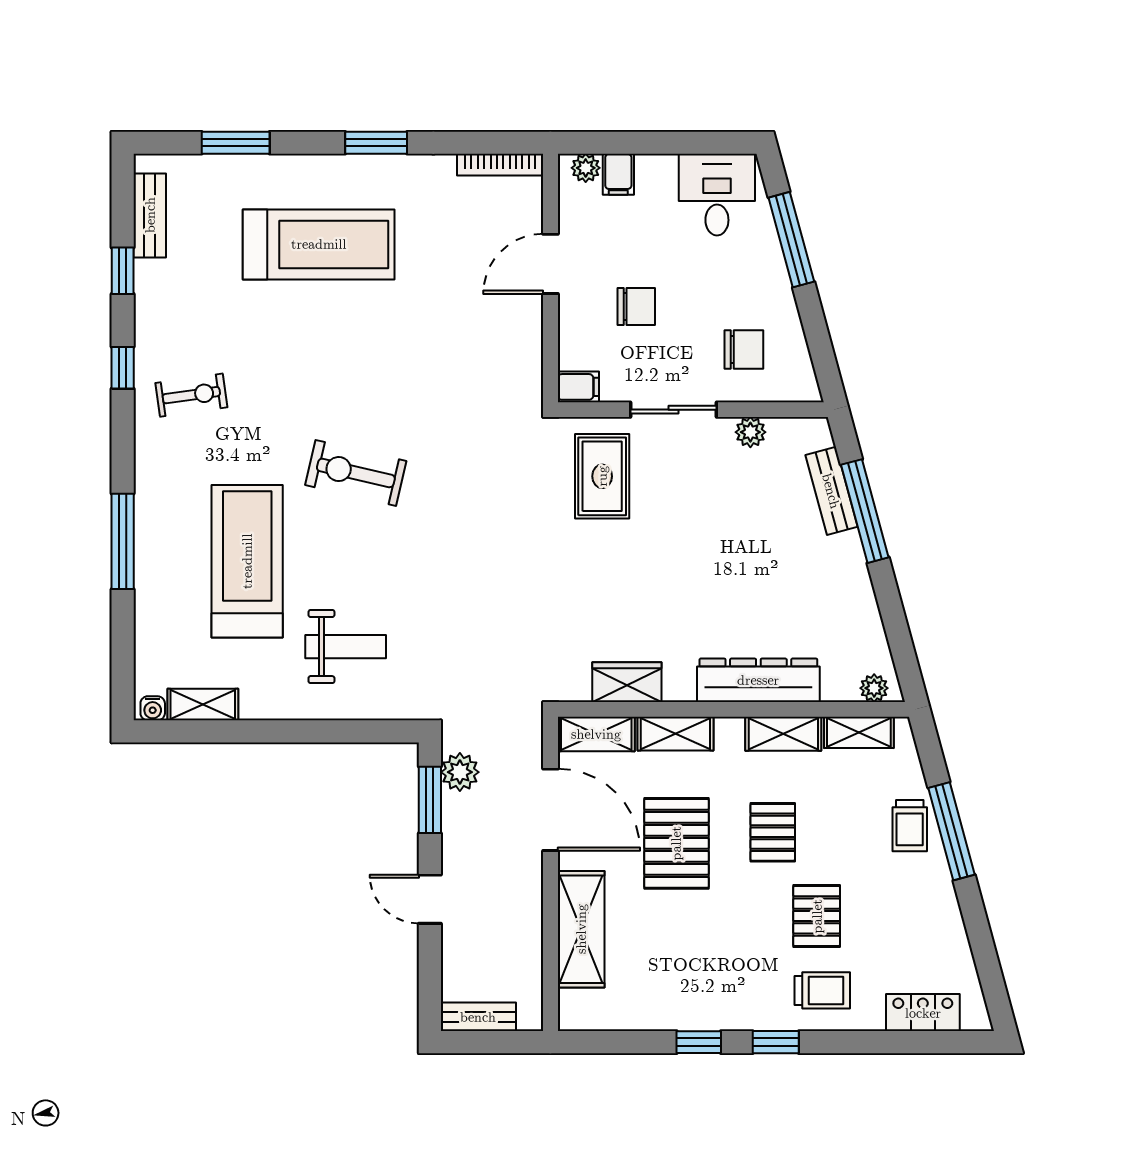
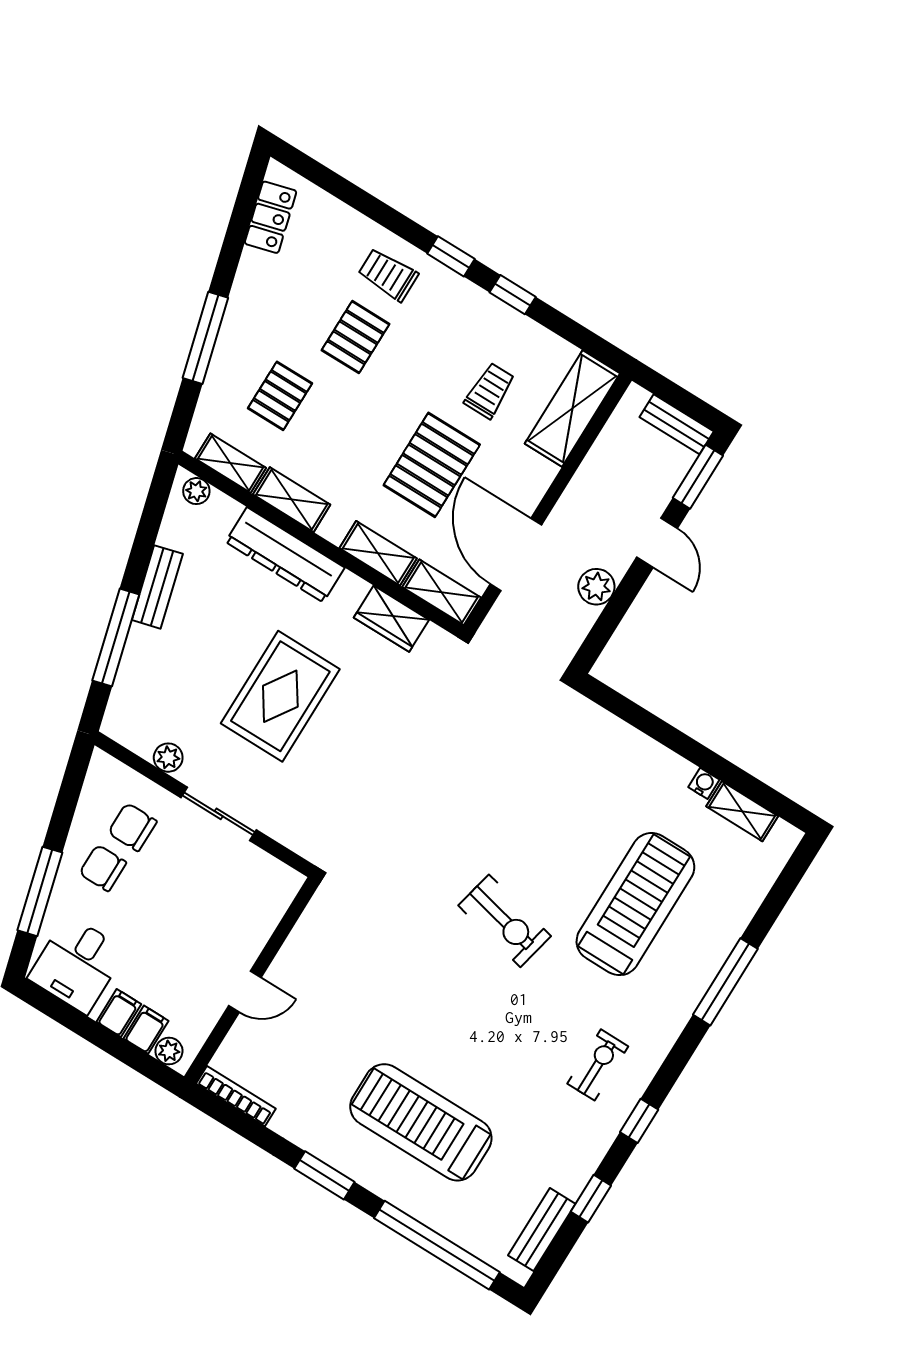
window: (236, 143) -> (437, 1245), width x2.11
door: (550, 264) -> (245, 992), width x0.73
chair: (636, 306) -> (103, 868), moved
filing cabinet: (578, 387) -> (119, 1013), moved, turned 90
exercise bike: (191, 395) -> (598, 1065), turned 98
rug: (602, 476) -> (280, 696), moved, width x1.36, depth x1.43
bench: (831, 491) -> (157, 587), moved
treadmill: (247, 561) -> (635, 904), turned 180
weight bench: (346, 647) -> (599, 787), removed
water cooler: (153, 708) -> (704, 783), moved
plant: (460, 772) -> (596, 587), moved
window: (430, 800) -> (698, 477), moved
trolley: (910, 826) -> (490, 391), moved
pallet: (773, 832) -> (280, 396), moved
shelving: (581, 929) -> (572, 409), moved
locker: (923, 1013) -> (271, 217), moved, turned -105

